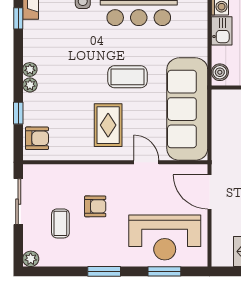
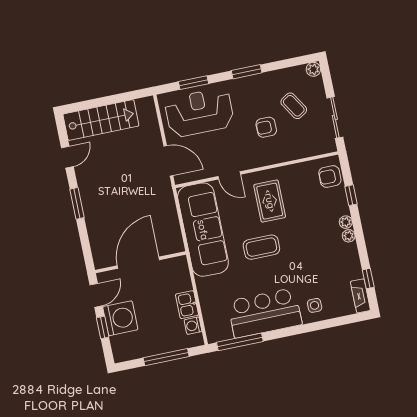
boiler: (220, 72) -> (181, 268), removed
coffee table: (60, 223) -> (294, 106), turned -32

